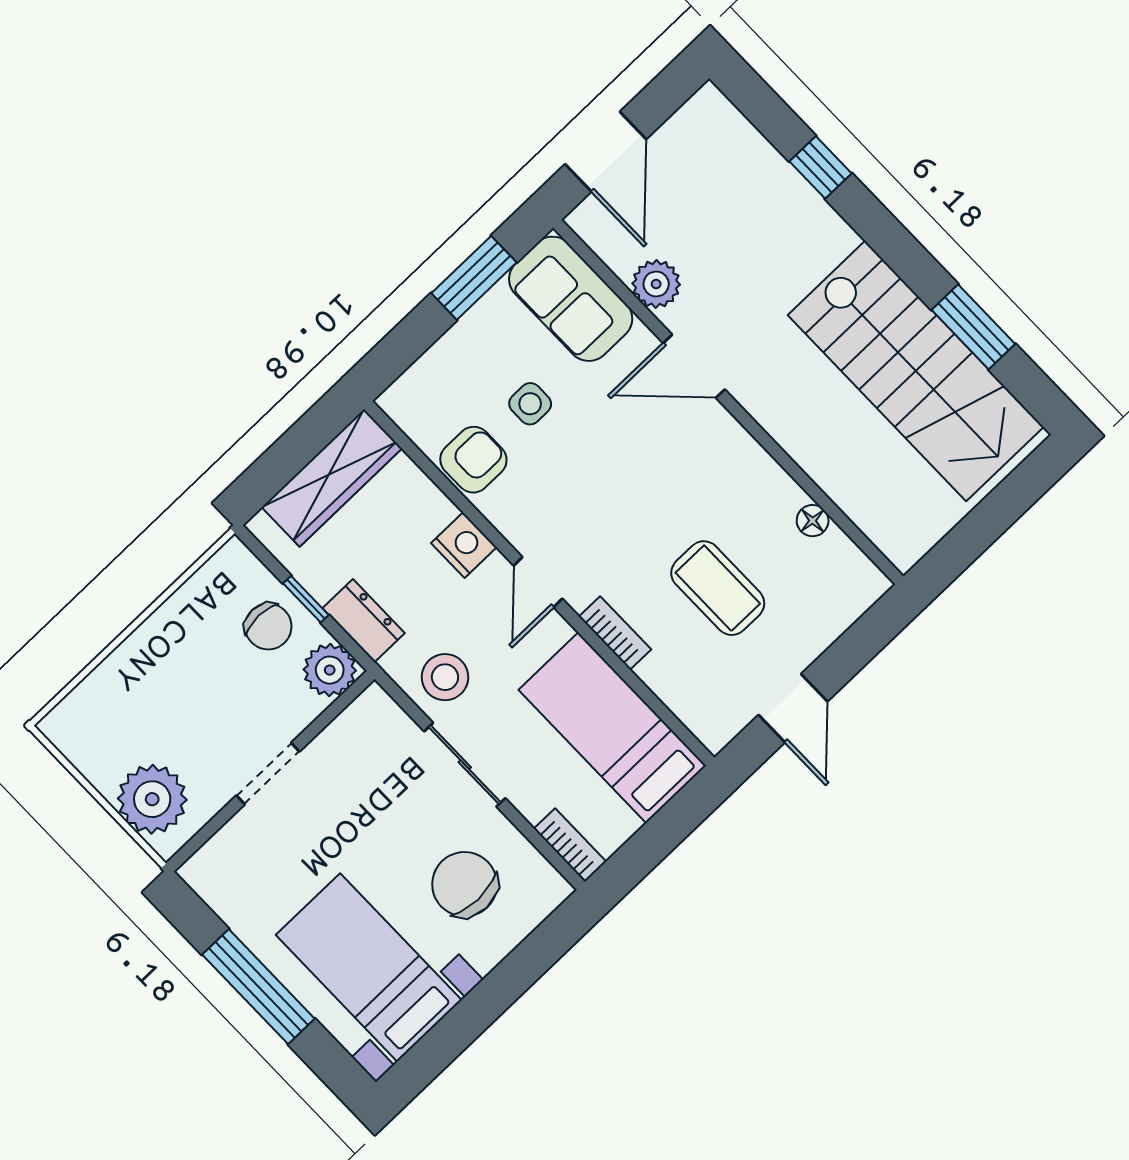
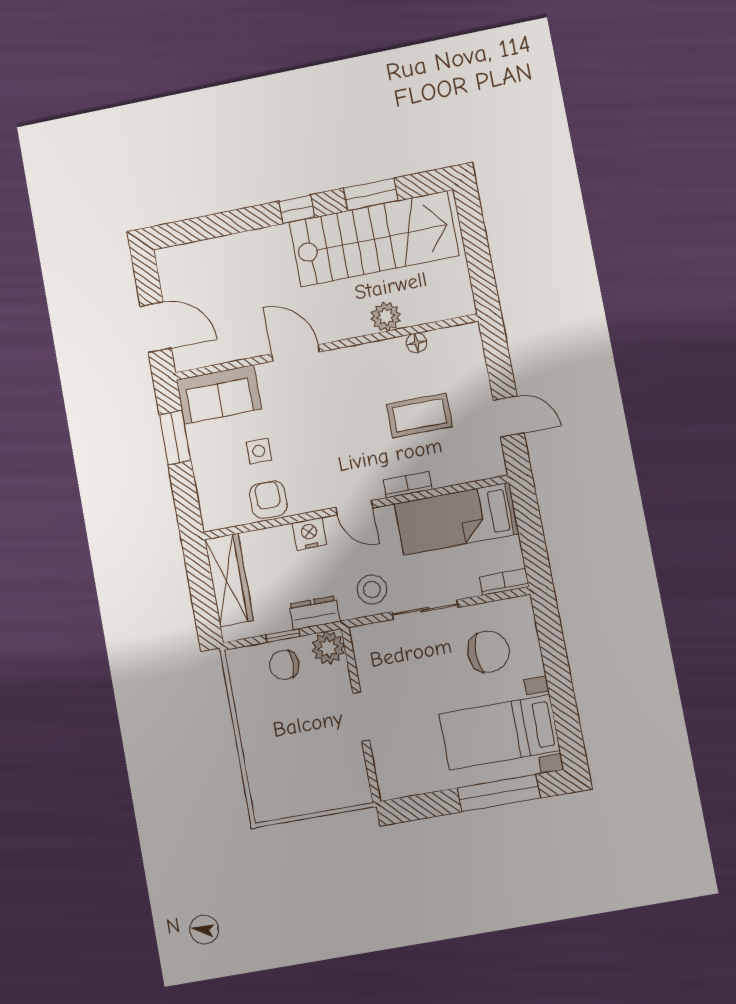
window: (820, 167) -> (297, 209), moved
plant: (656, 284) -> (386, 317), moved
door: (694, 366) -> (296, 353), swing flipped
chair: (268, 626) -> (284, 665), turned 180
plant: (152, 799) -> (335, 787), removed
chair: (465, 884) -> (488, 652), turned 180
window: (258, 987) -> (499, 793), moved

